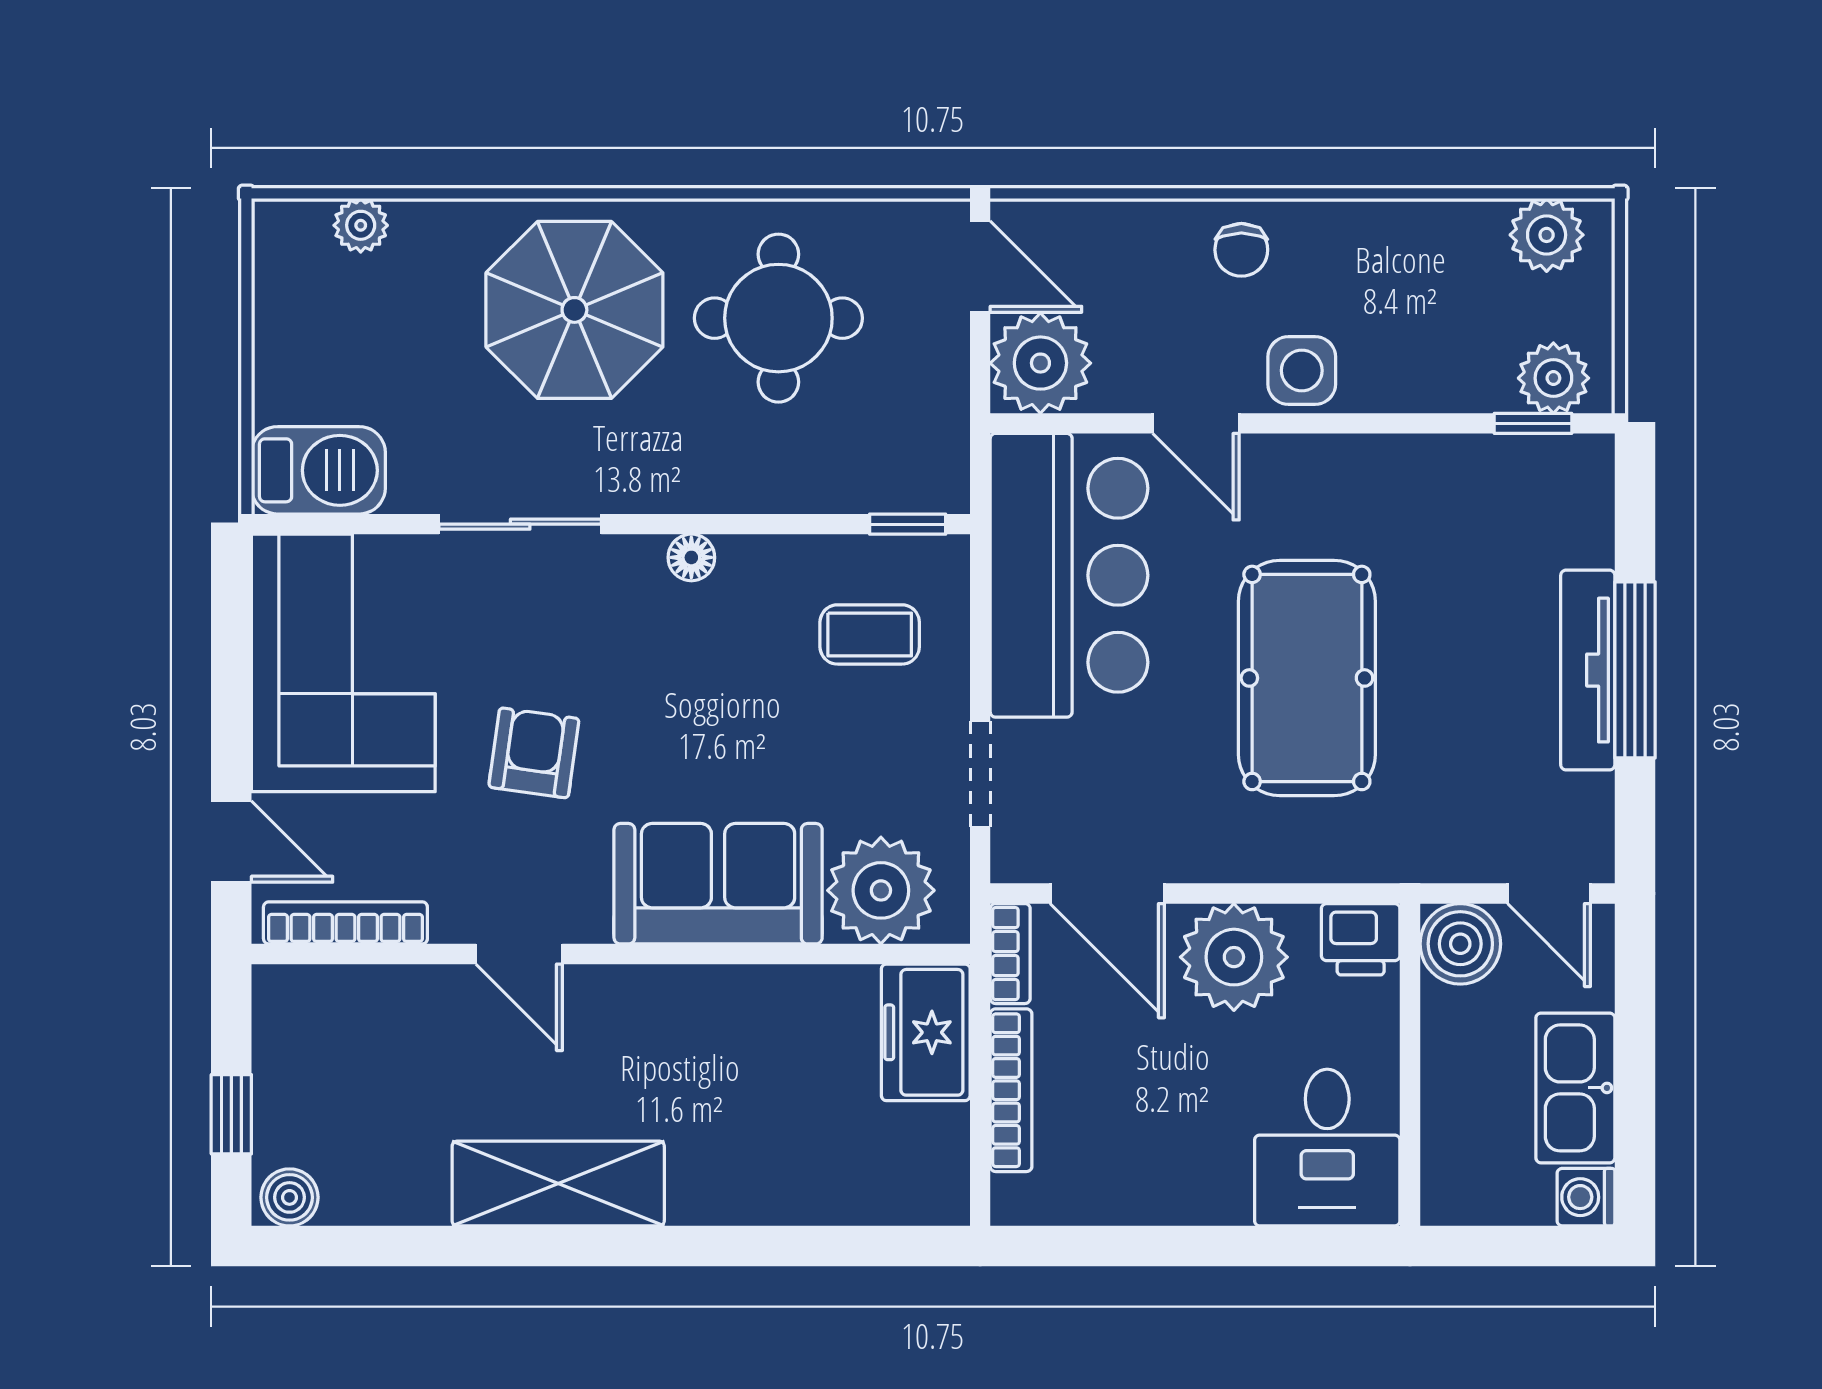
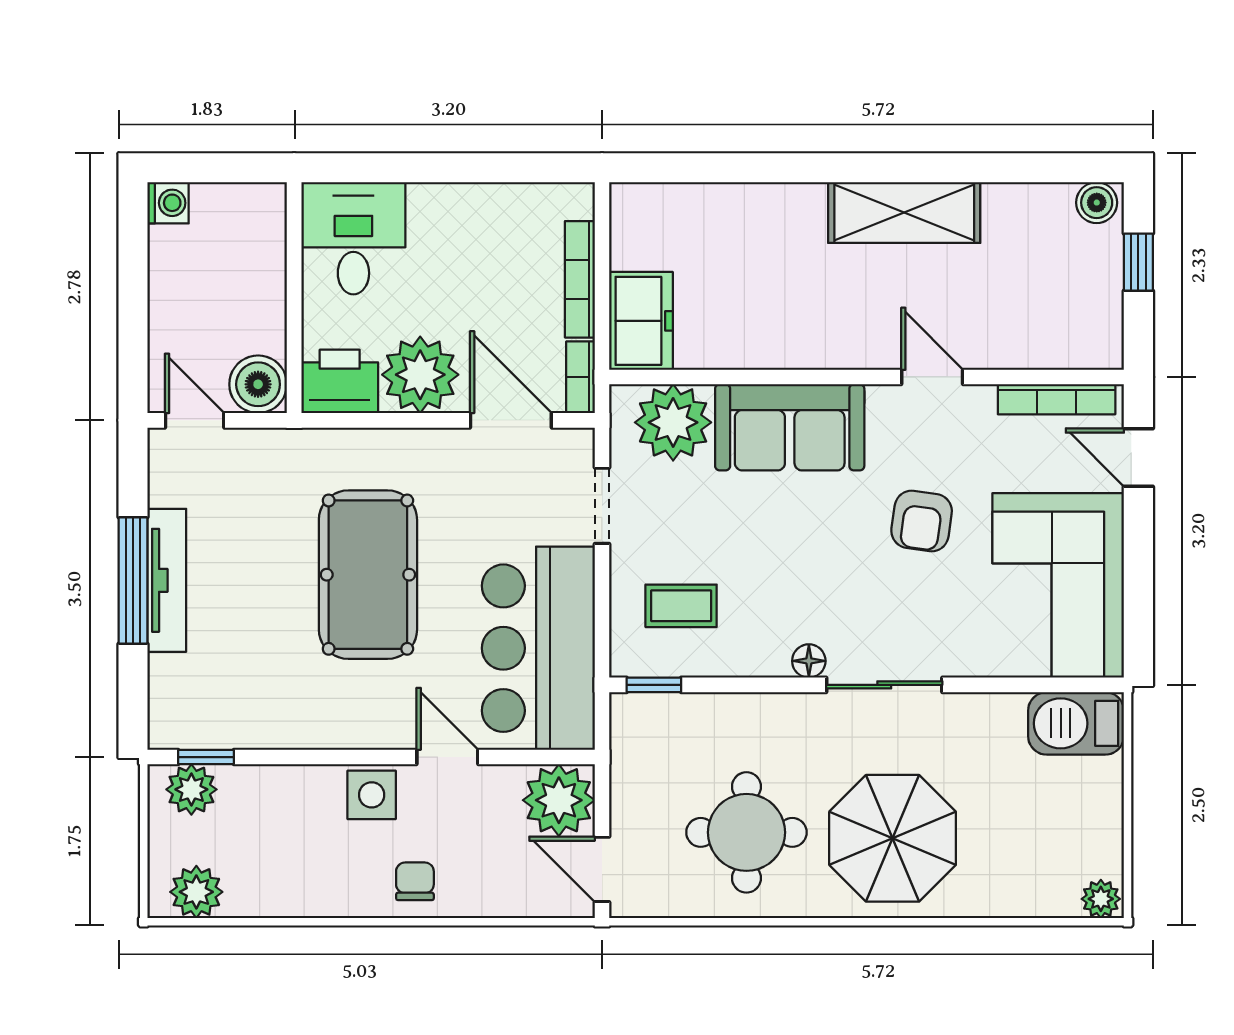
plant: (361, 225) -> (1101, 899), moved
sliding door: (520, 524) -> (884, 685), moved
printer: (1361, 939) -> (340, 381), width x1.36, depth x1.24
kitchen sink: (1575, 1088) -> (176, 281), removed

